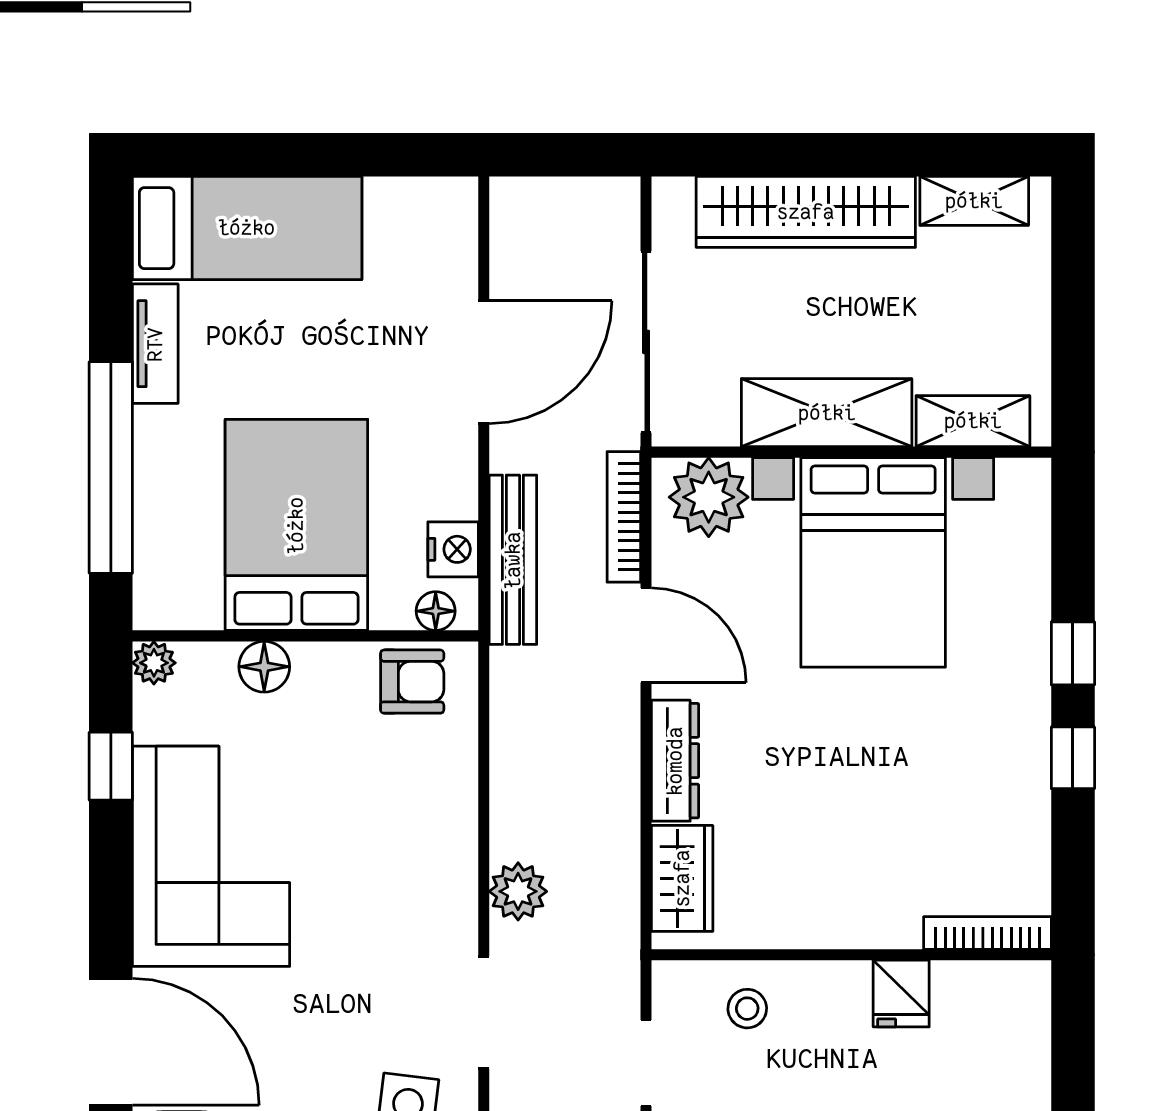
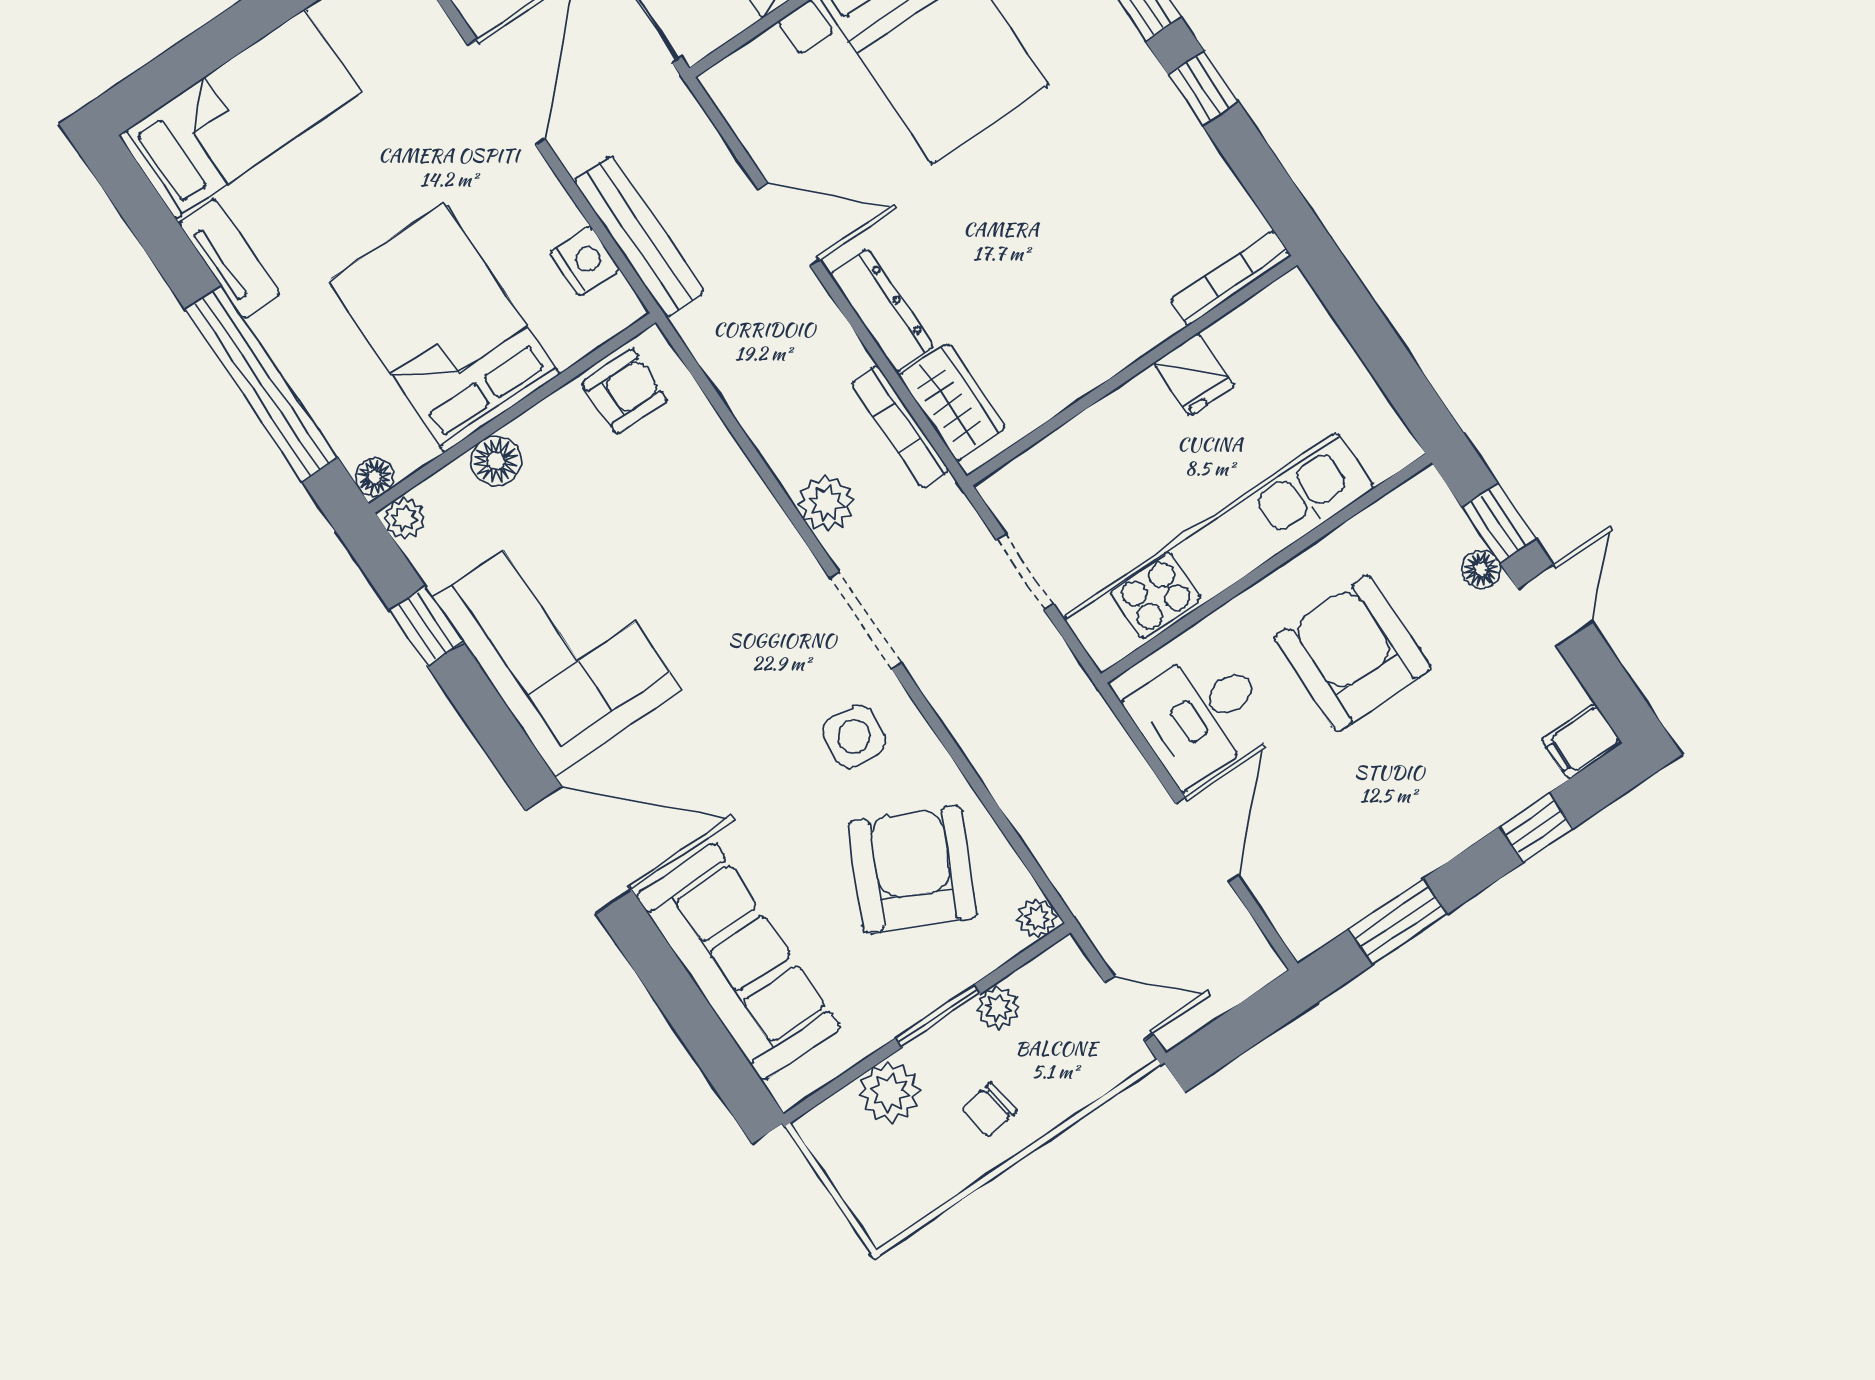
plant: (709, 497) -> (763, 78), removed
bookcase: (624, 517) -> (900, 427), moved
floor lamp: (436, 611) -> (375, 477), moved
stool: (747, 1009) -> (1077, 472), removed

